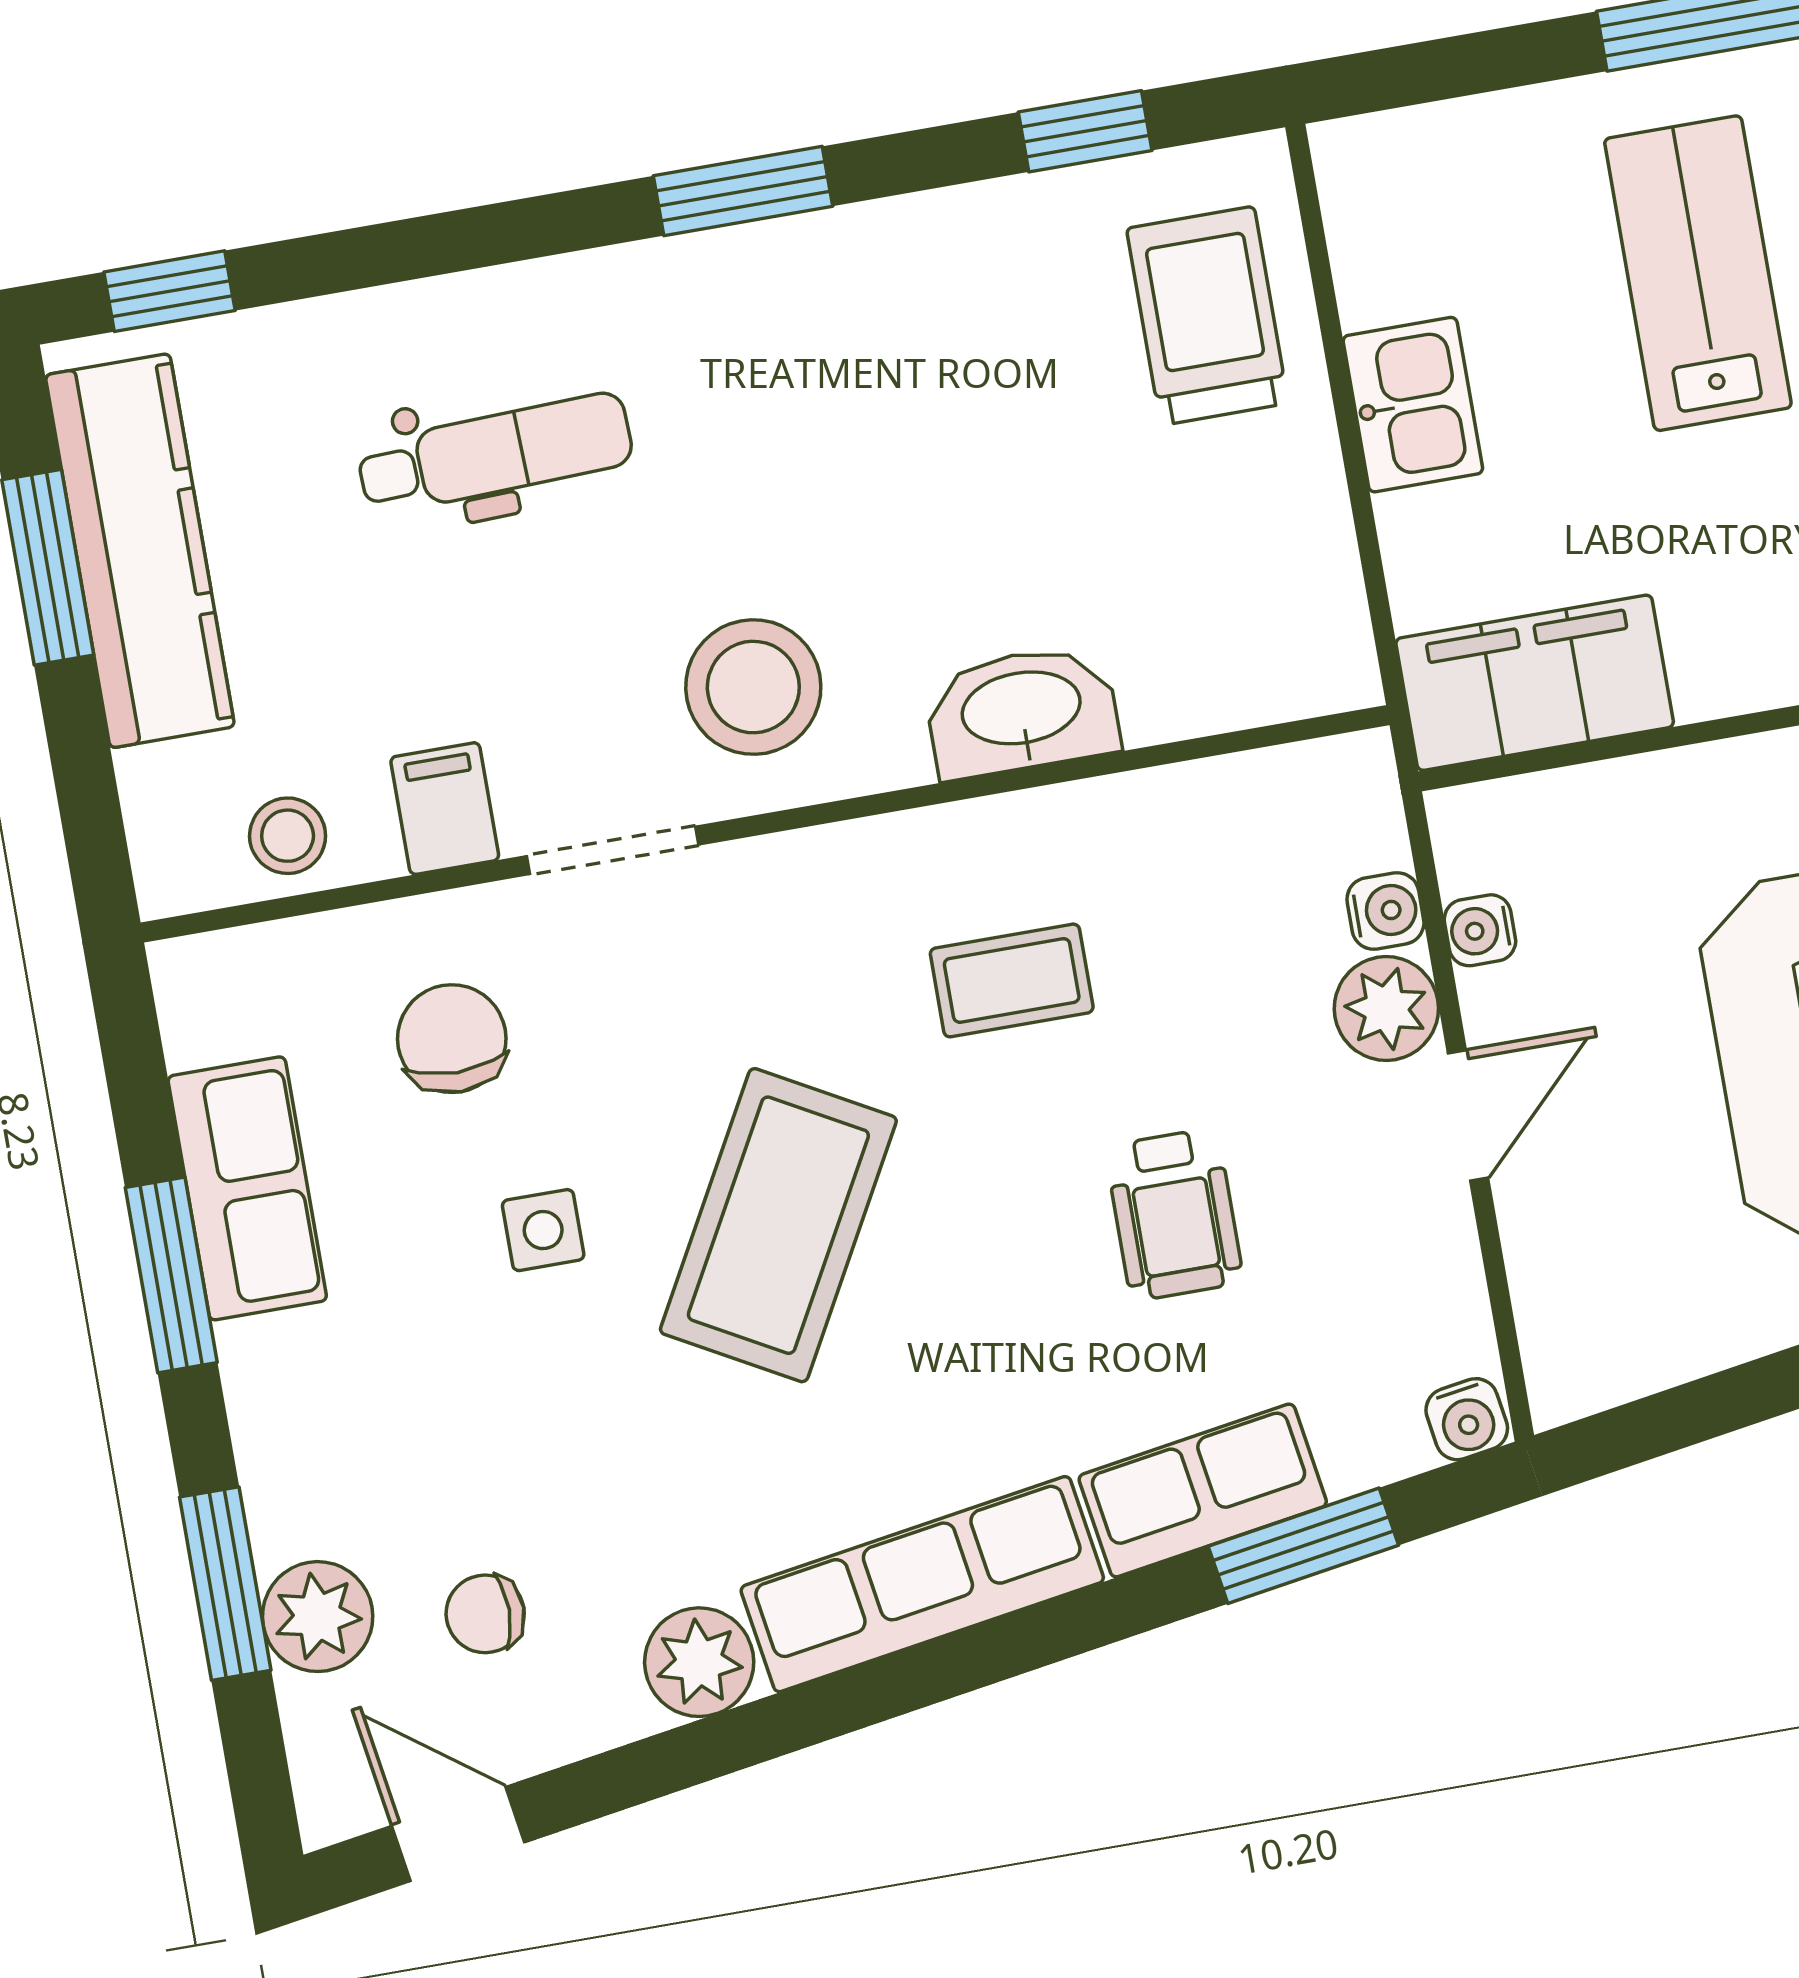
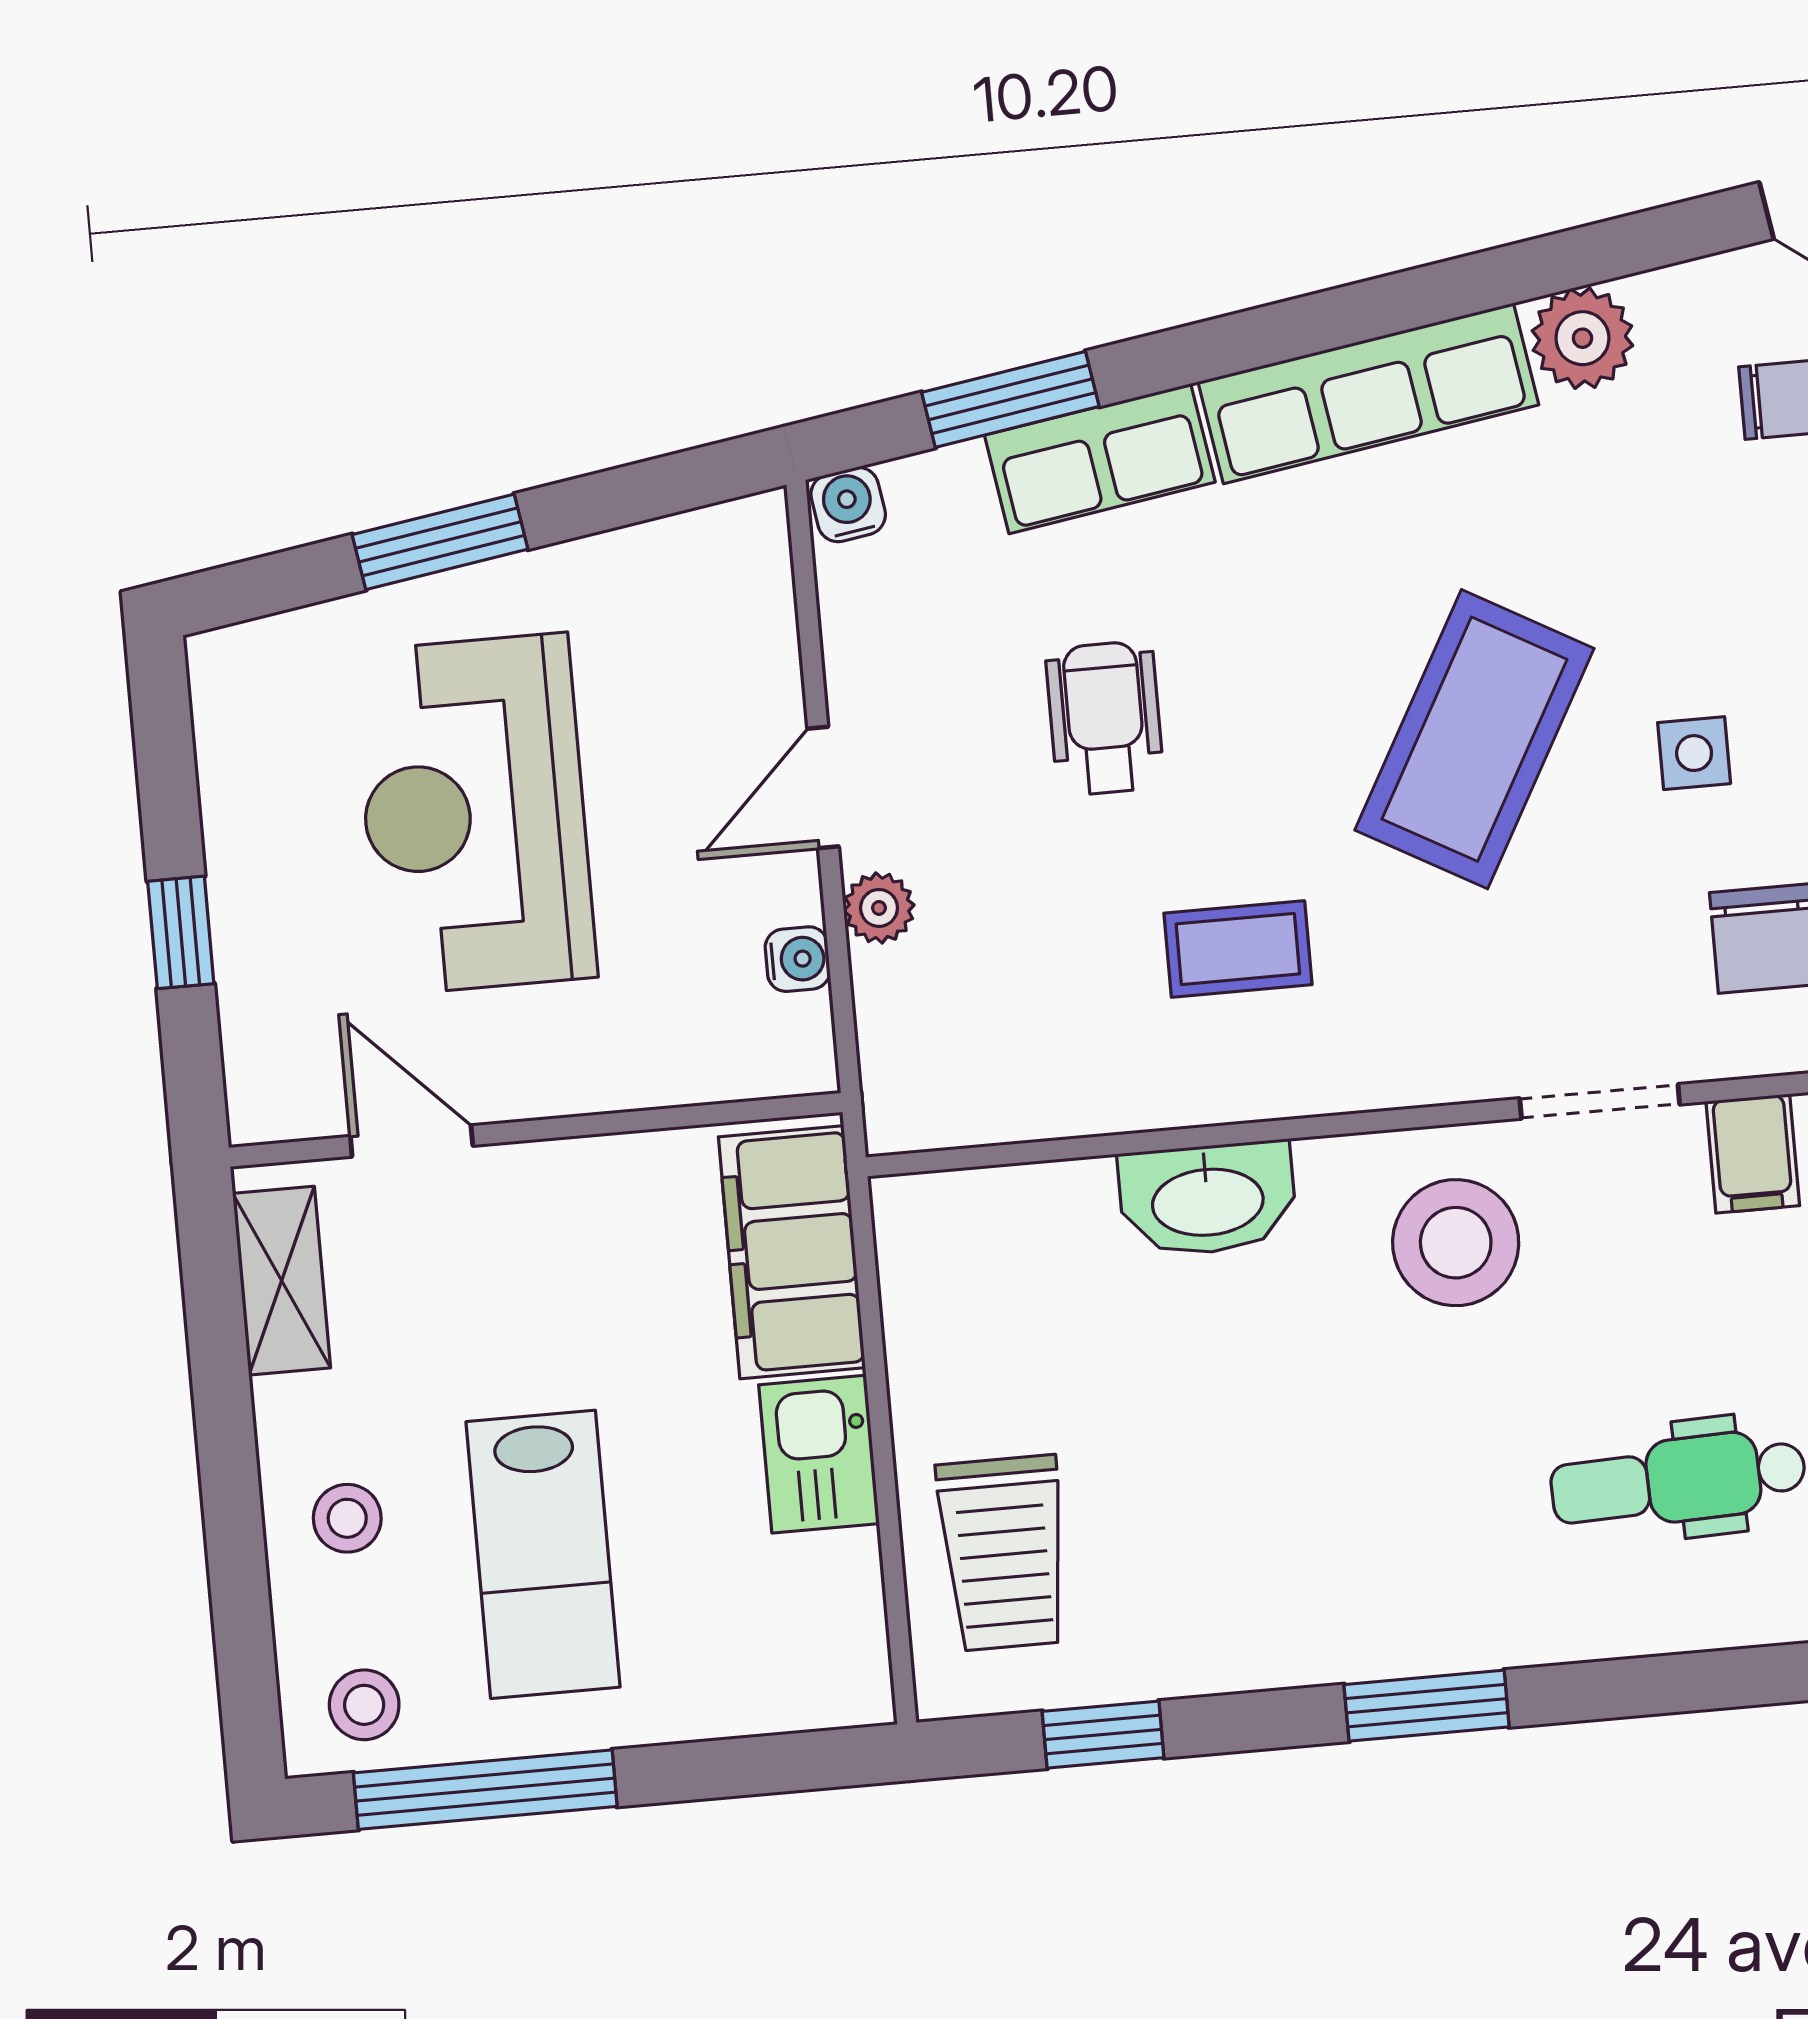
filing cabinet: (1535, 683) -> (792, 1252), moved, turned 90
water cooler: (1385, 911) -> (884, 984), removed
plant: (1386, 1009) -> (879, 908), width x0.73, depth x0.73

